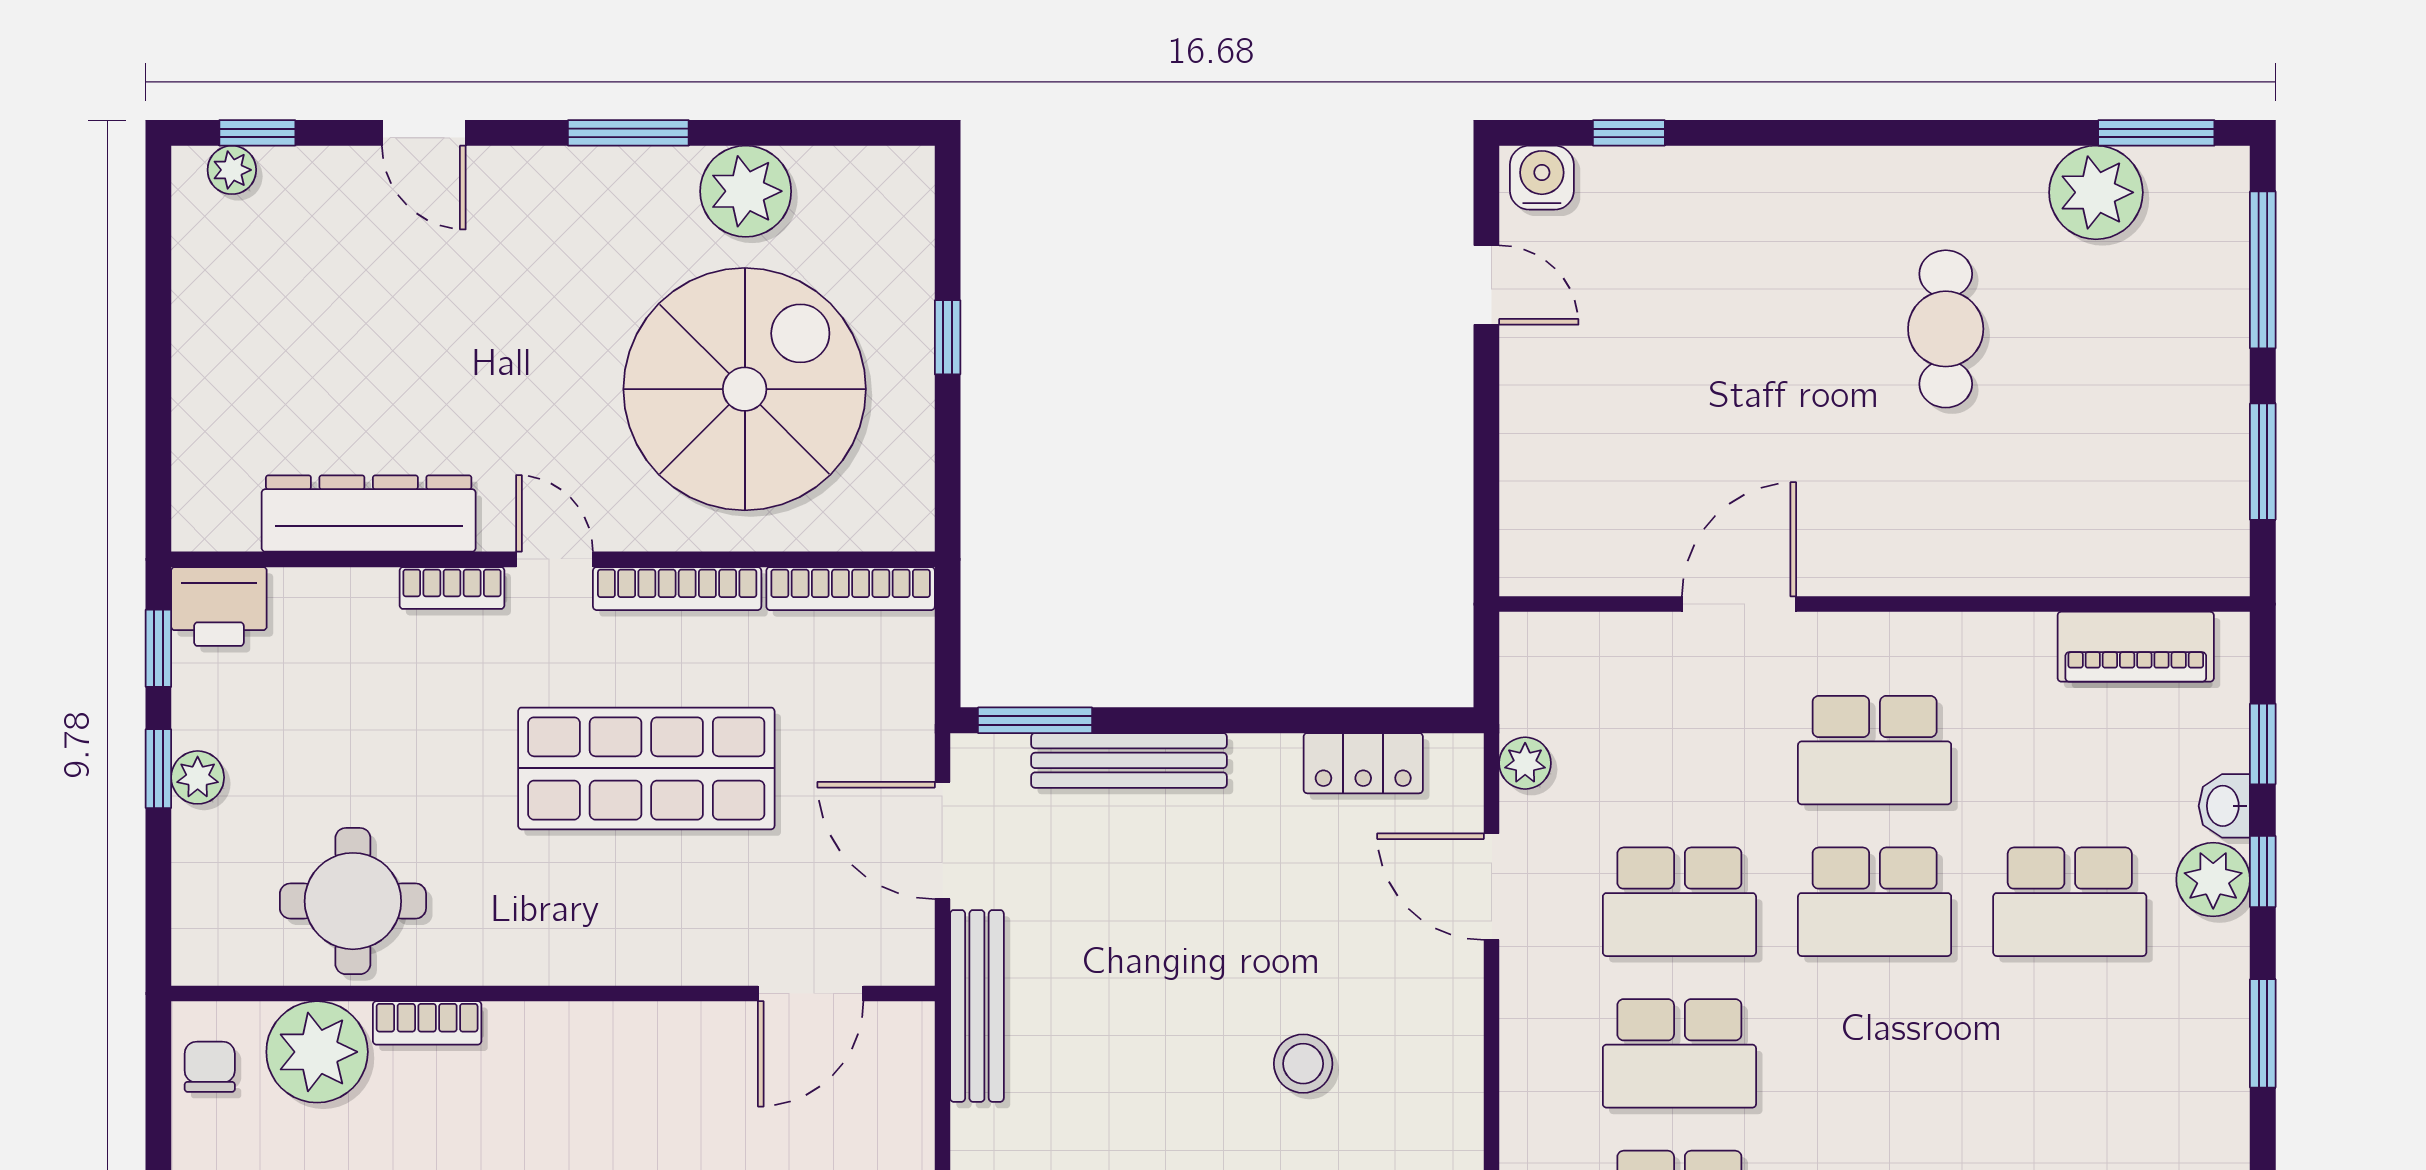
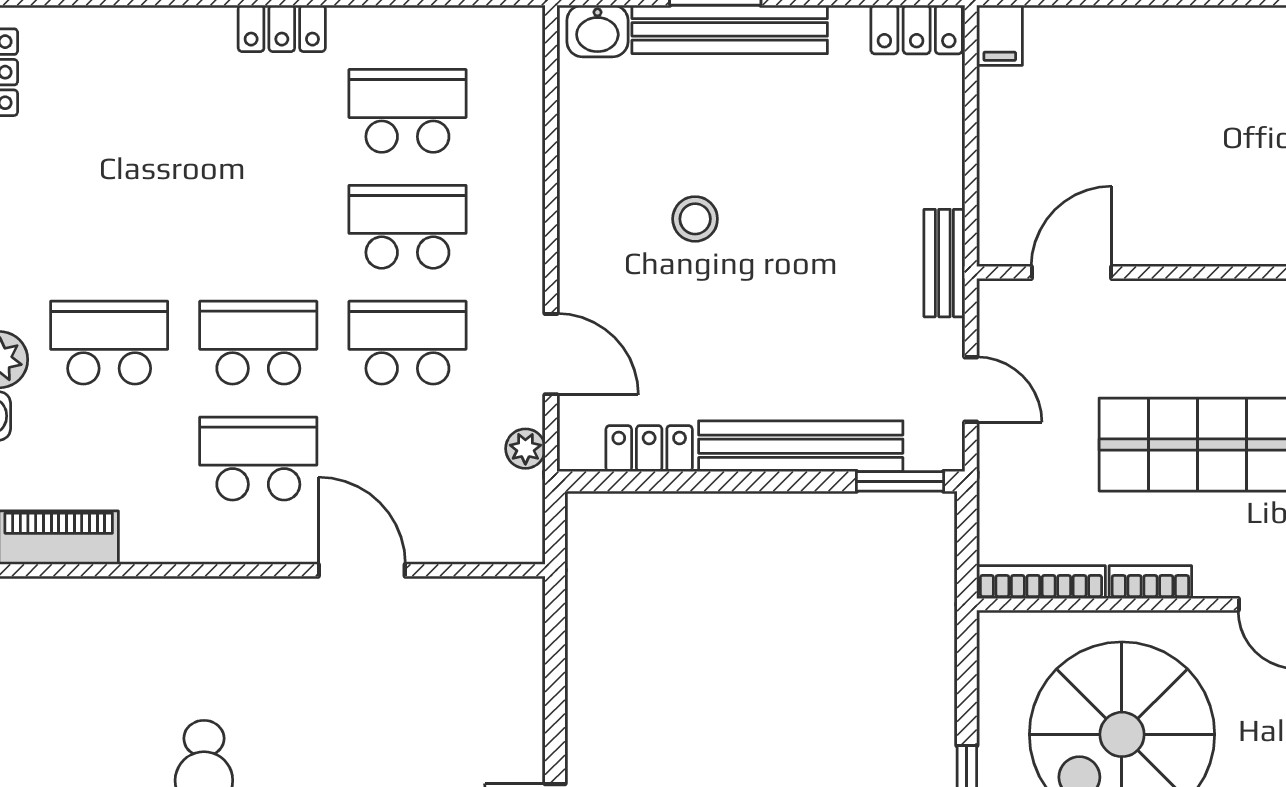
bookcase: (677, 589) -> (1150, 582), width x0.64
door: (1739, 604) -> (362, 570), swing flipped
bench: (1129, 760) -> (801, 446), width x1.37, depth x1.21
door: (942, 841) -> (971, 389), width x0.73
bench: (977, 1006) -> (944, 263), width x0.73

